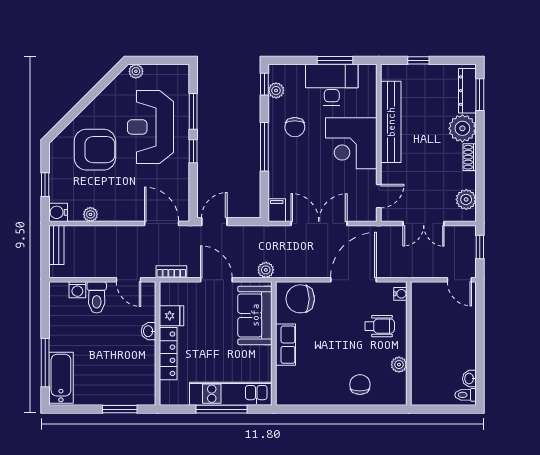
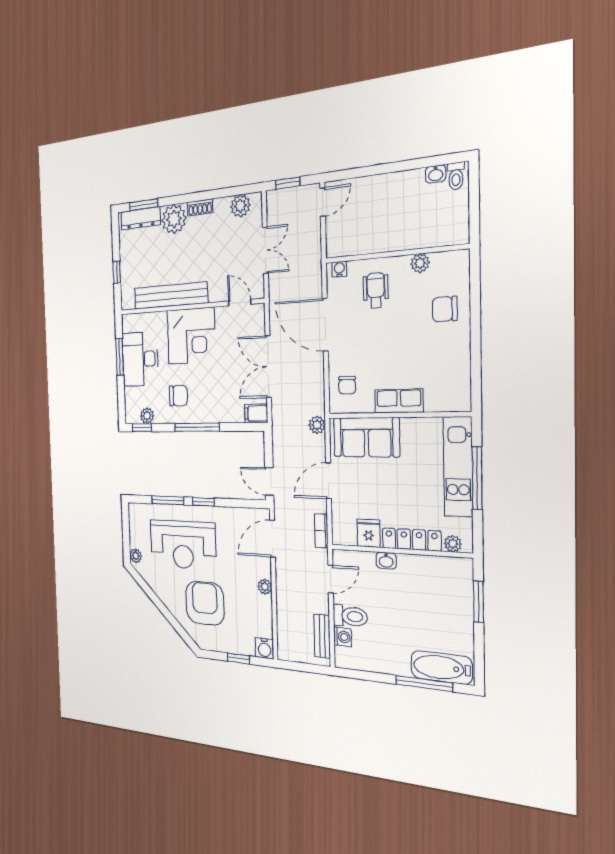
plant: (90, 214) -> (265, 587), moved
bench: (56, 245) -> (322, 636), moved, turned 90
chair: (300, 299) -> (347, 385), width x0.54, depth x0.54
plant: (167, 389) -> (453, 544), added

